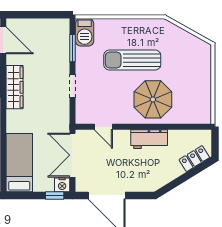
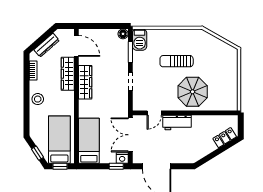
floor lamp: (63, 25) -> (123, 34), added
sun lounger: (132, 60) -> (177, 61), width x0.73, depth x0.75
door: (103, 127) -> (154, 113), hinge flipped
workbench: (149, 139) -> (177, 123), moved

